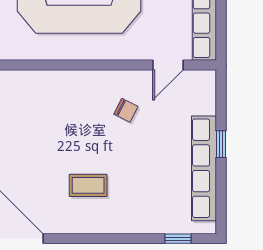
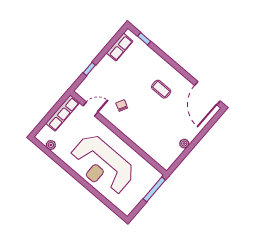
window: (221, 144) -> (89, 69), moved
row of seats: (204, 168) -> (120, 47), width x0.50

